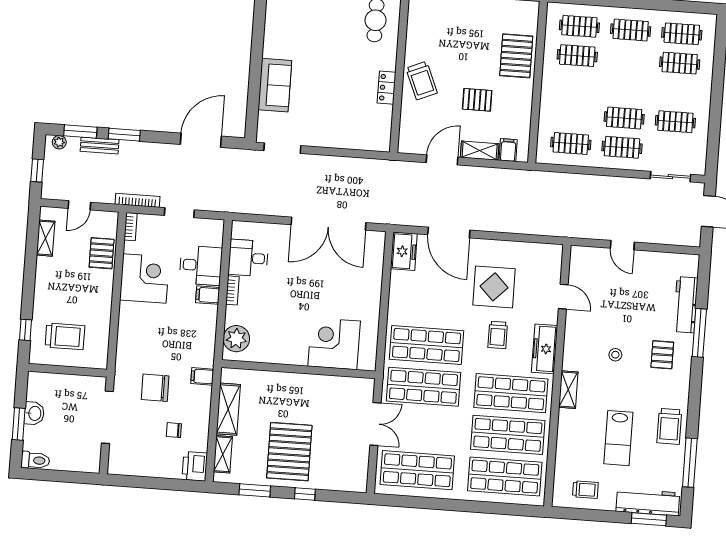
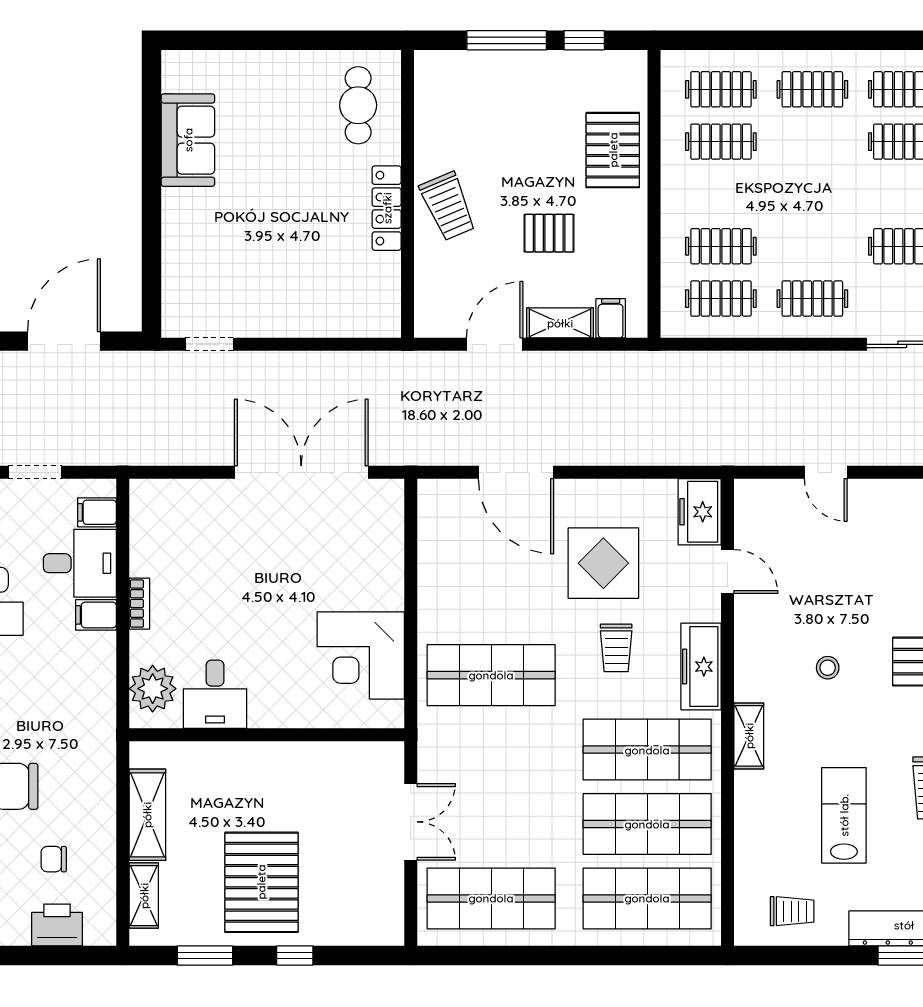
sofa: (275, 85) -> (188, 140), moved
locker: (387, 88) -> (387, 208), width x1.53
clothes rail: (624, 118) -> (721, 246), moved
doorway: (282, 148) -> (209, 344), width x0.73
double door: (328, 224) -> (301, 472), swing flipped
freezer: (404, 251) -> (700, 512), moved, turned 180
desk: (248, 258) -> (215, 694), moved, turned -90
corner desk: (334, 344) -> (361, 655), moved, turned -90
filing cabinet: (202, 376) -> (97, 512), moved
shop shelf: (423, 387) -> (491, 750), removed
lab bench: (618, 438) -> (844, 815), turned 180
printer: (195, 466) -> (57, 925), moved, turned 90

